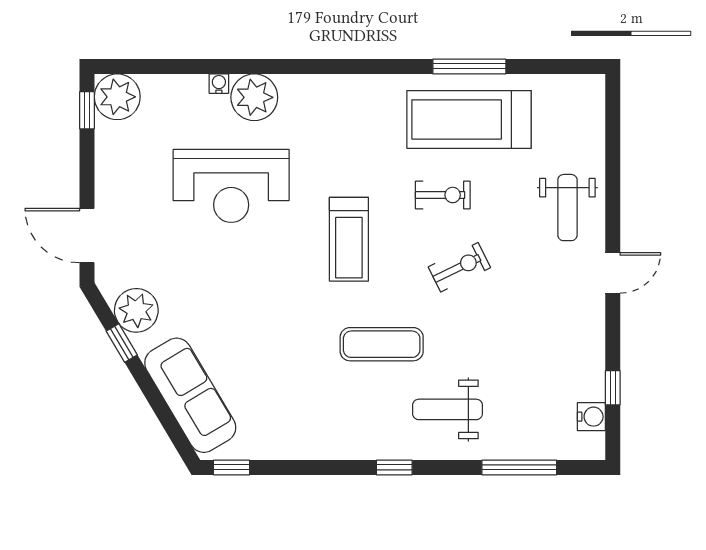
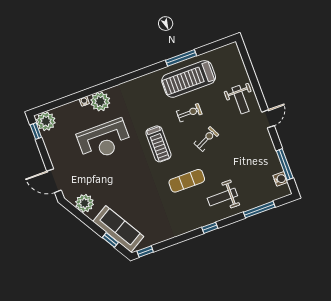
window: (122, 343) -> (110, 240), moved
window: (613, 388) -> (285, 164), width x2.17

